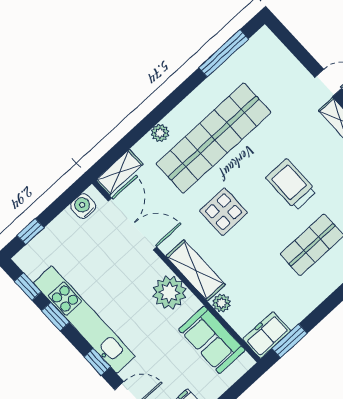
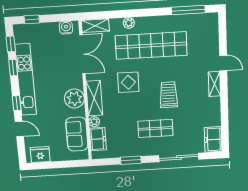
freezer: (267, 335) -> (98, 139), moved, turned 90
window: (290, 341) -> (131, 160), moved

